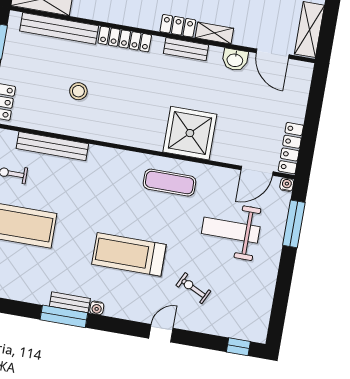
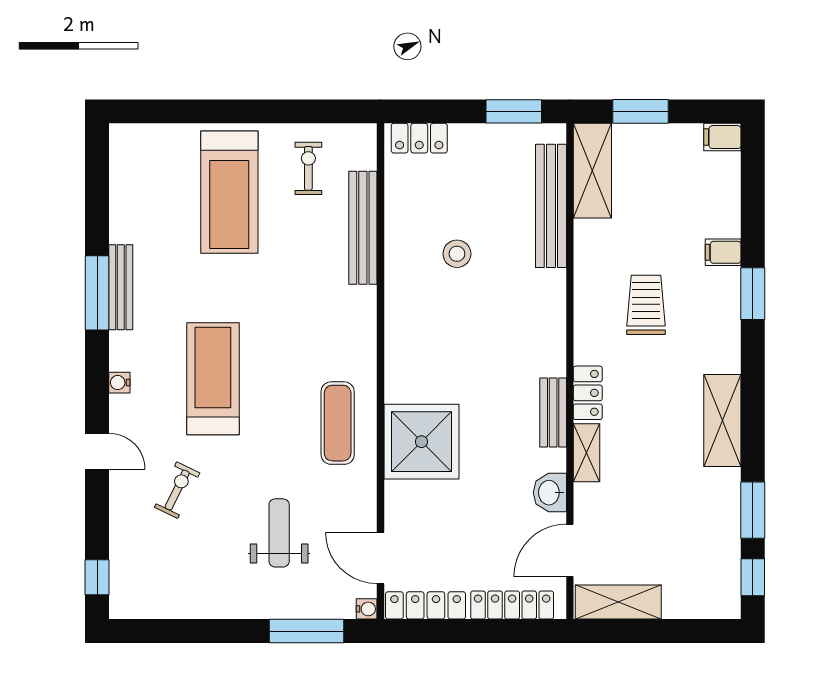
locker: (125, 39) -> (512, 605), moved, turned 90
weight bench: (231, 230) -> (279, 533), width x0.73, depth x0.75
bench: (70, 302) -> (121, 287), width x1.36
water cooler: (97, 308) -> (119, 383), moved

